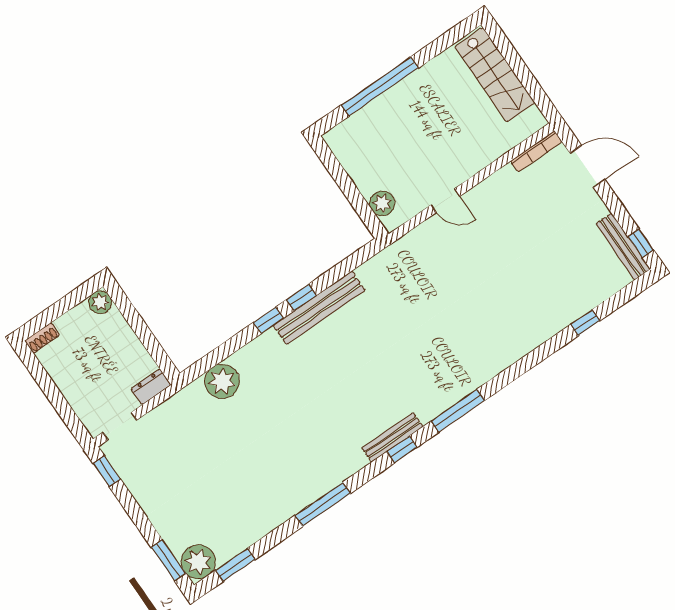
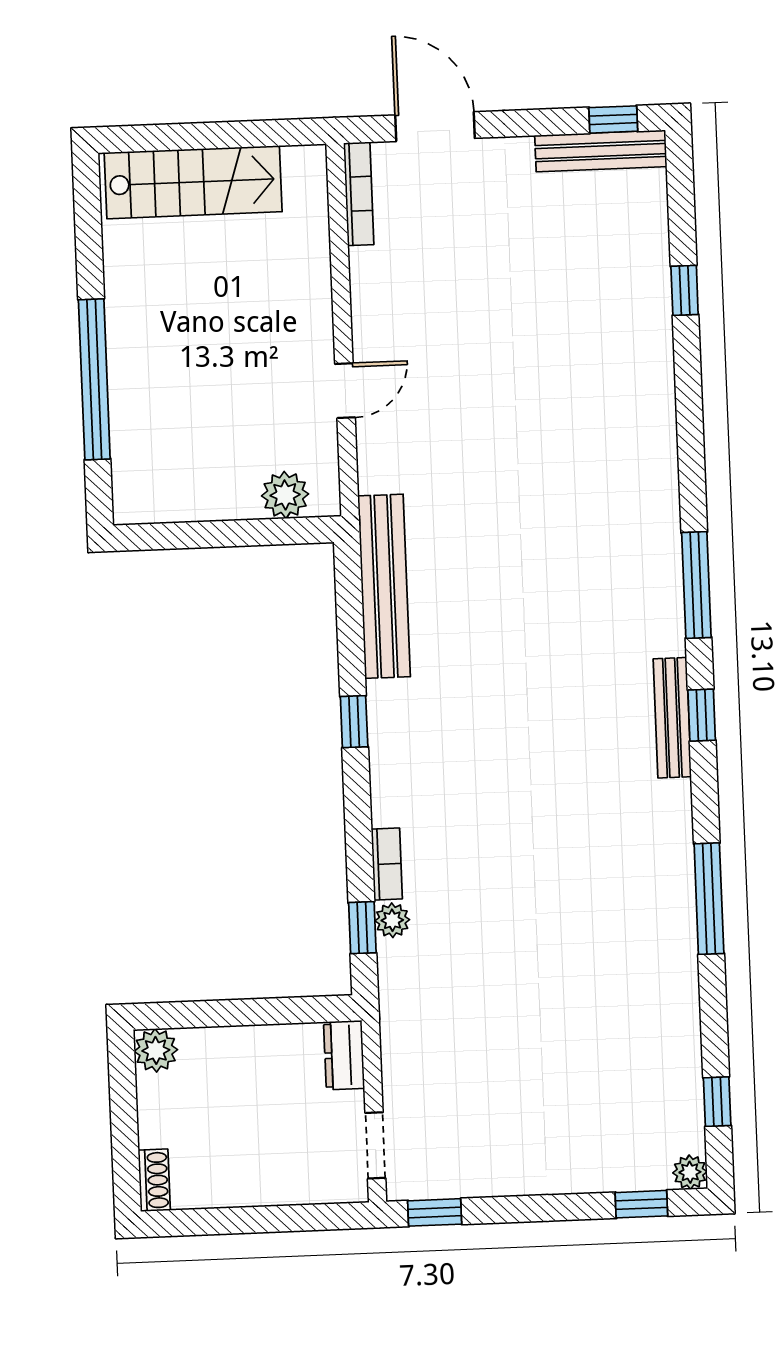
door: (587, 166) -> (435, 127), hinge flipped
bench: (319, 308) -> (384, 586), moved
window: (268, 320) -> (362, 928), moved
bookcase: (247, 352) -> (387, 864), added
plant: (222, 381) -> (392, 920), width x0.53, depth x0.53
window: (168, 560) -> (641, 1204), width x0.67
plant: (198, 562) -> (690, 1172), width x0.53, depth x0.53
window: (235, 565) -> (717, 1102), width x0.67

